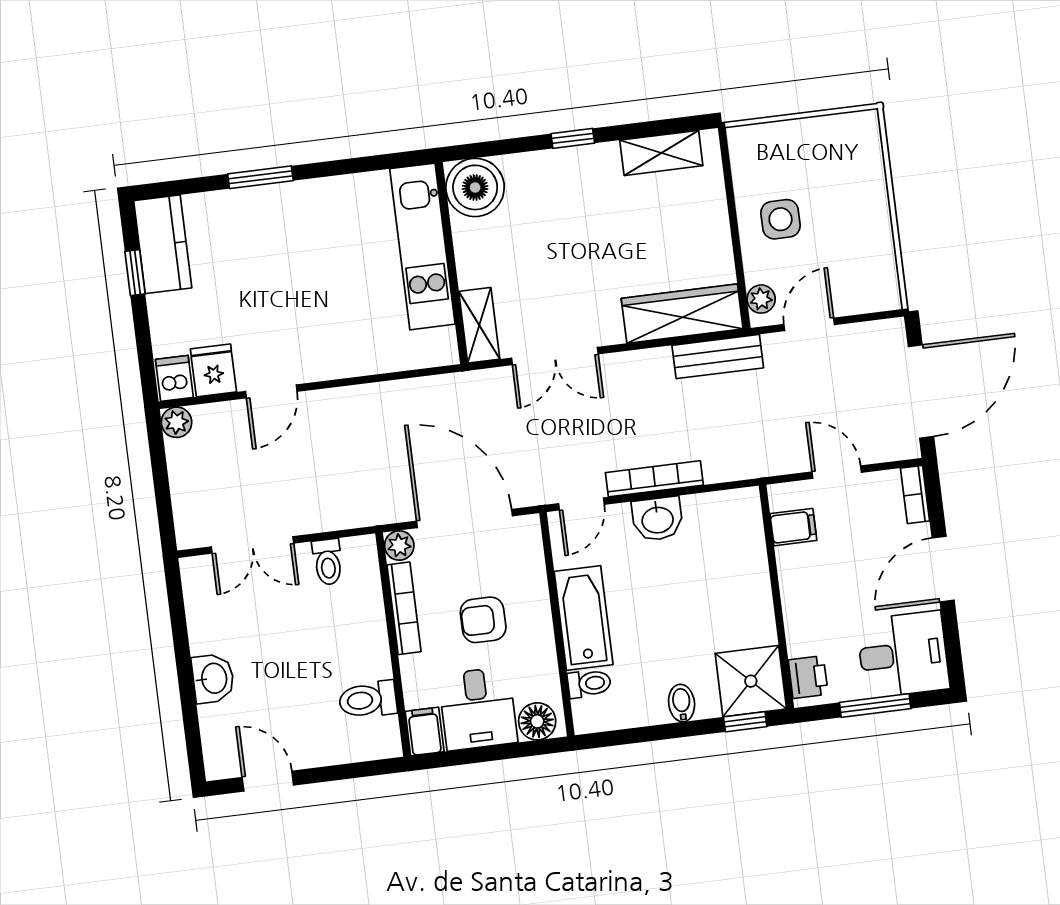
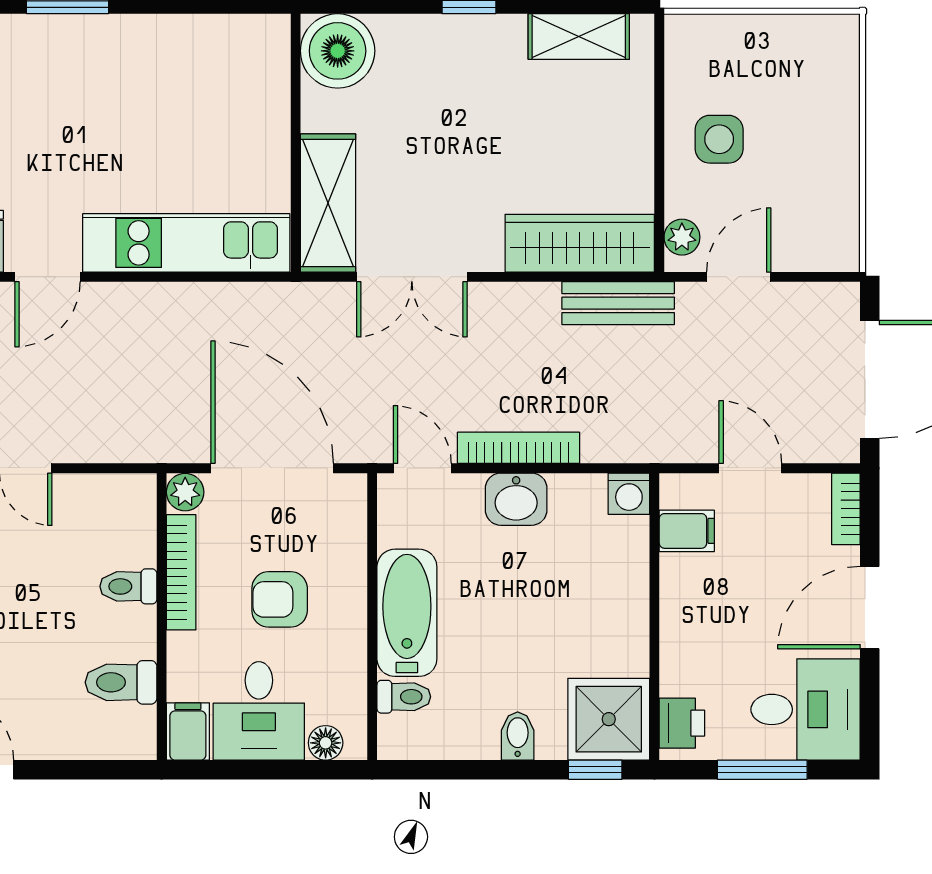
kitchen unit: (422, 246) -> (186, 243), moved, turned 90
shelving: (479, 325) -> (328, 203), width x1.50, depth x1.33
door: (581, 504) -> (422, 468), swing flipped
washing machine: (745, 504) -> (629, 494), added
toilet: (328, 562) -> (128, 586), moved, turned 90
floor lamp: (537, 721) -> (326, 743), width x0.73, depth x0.73

